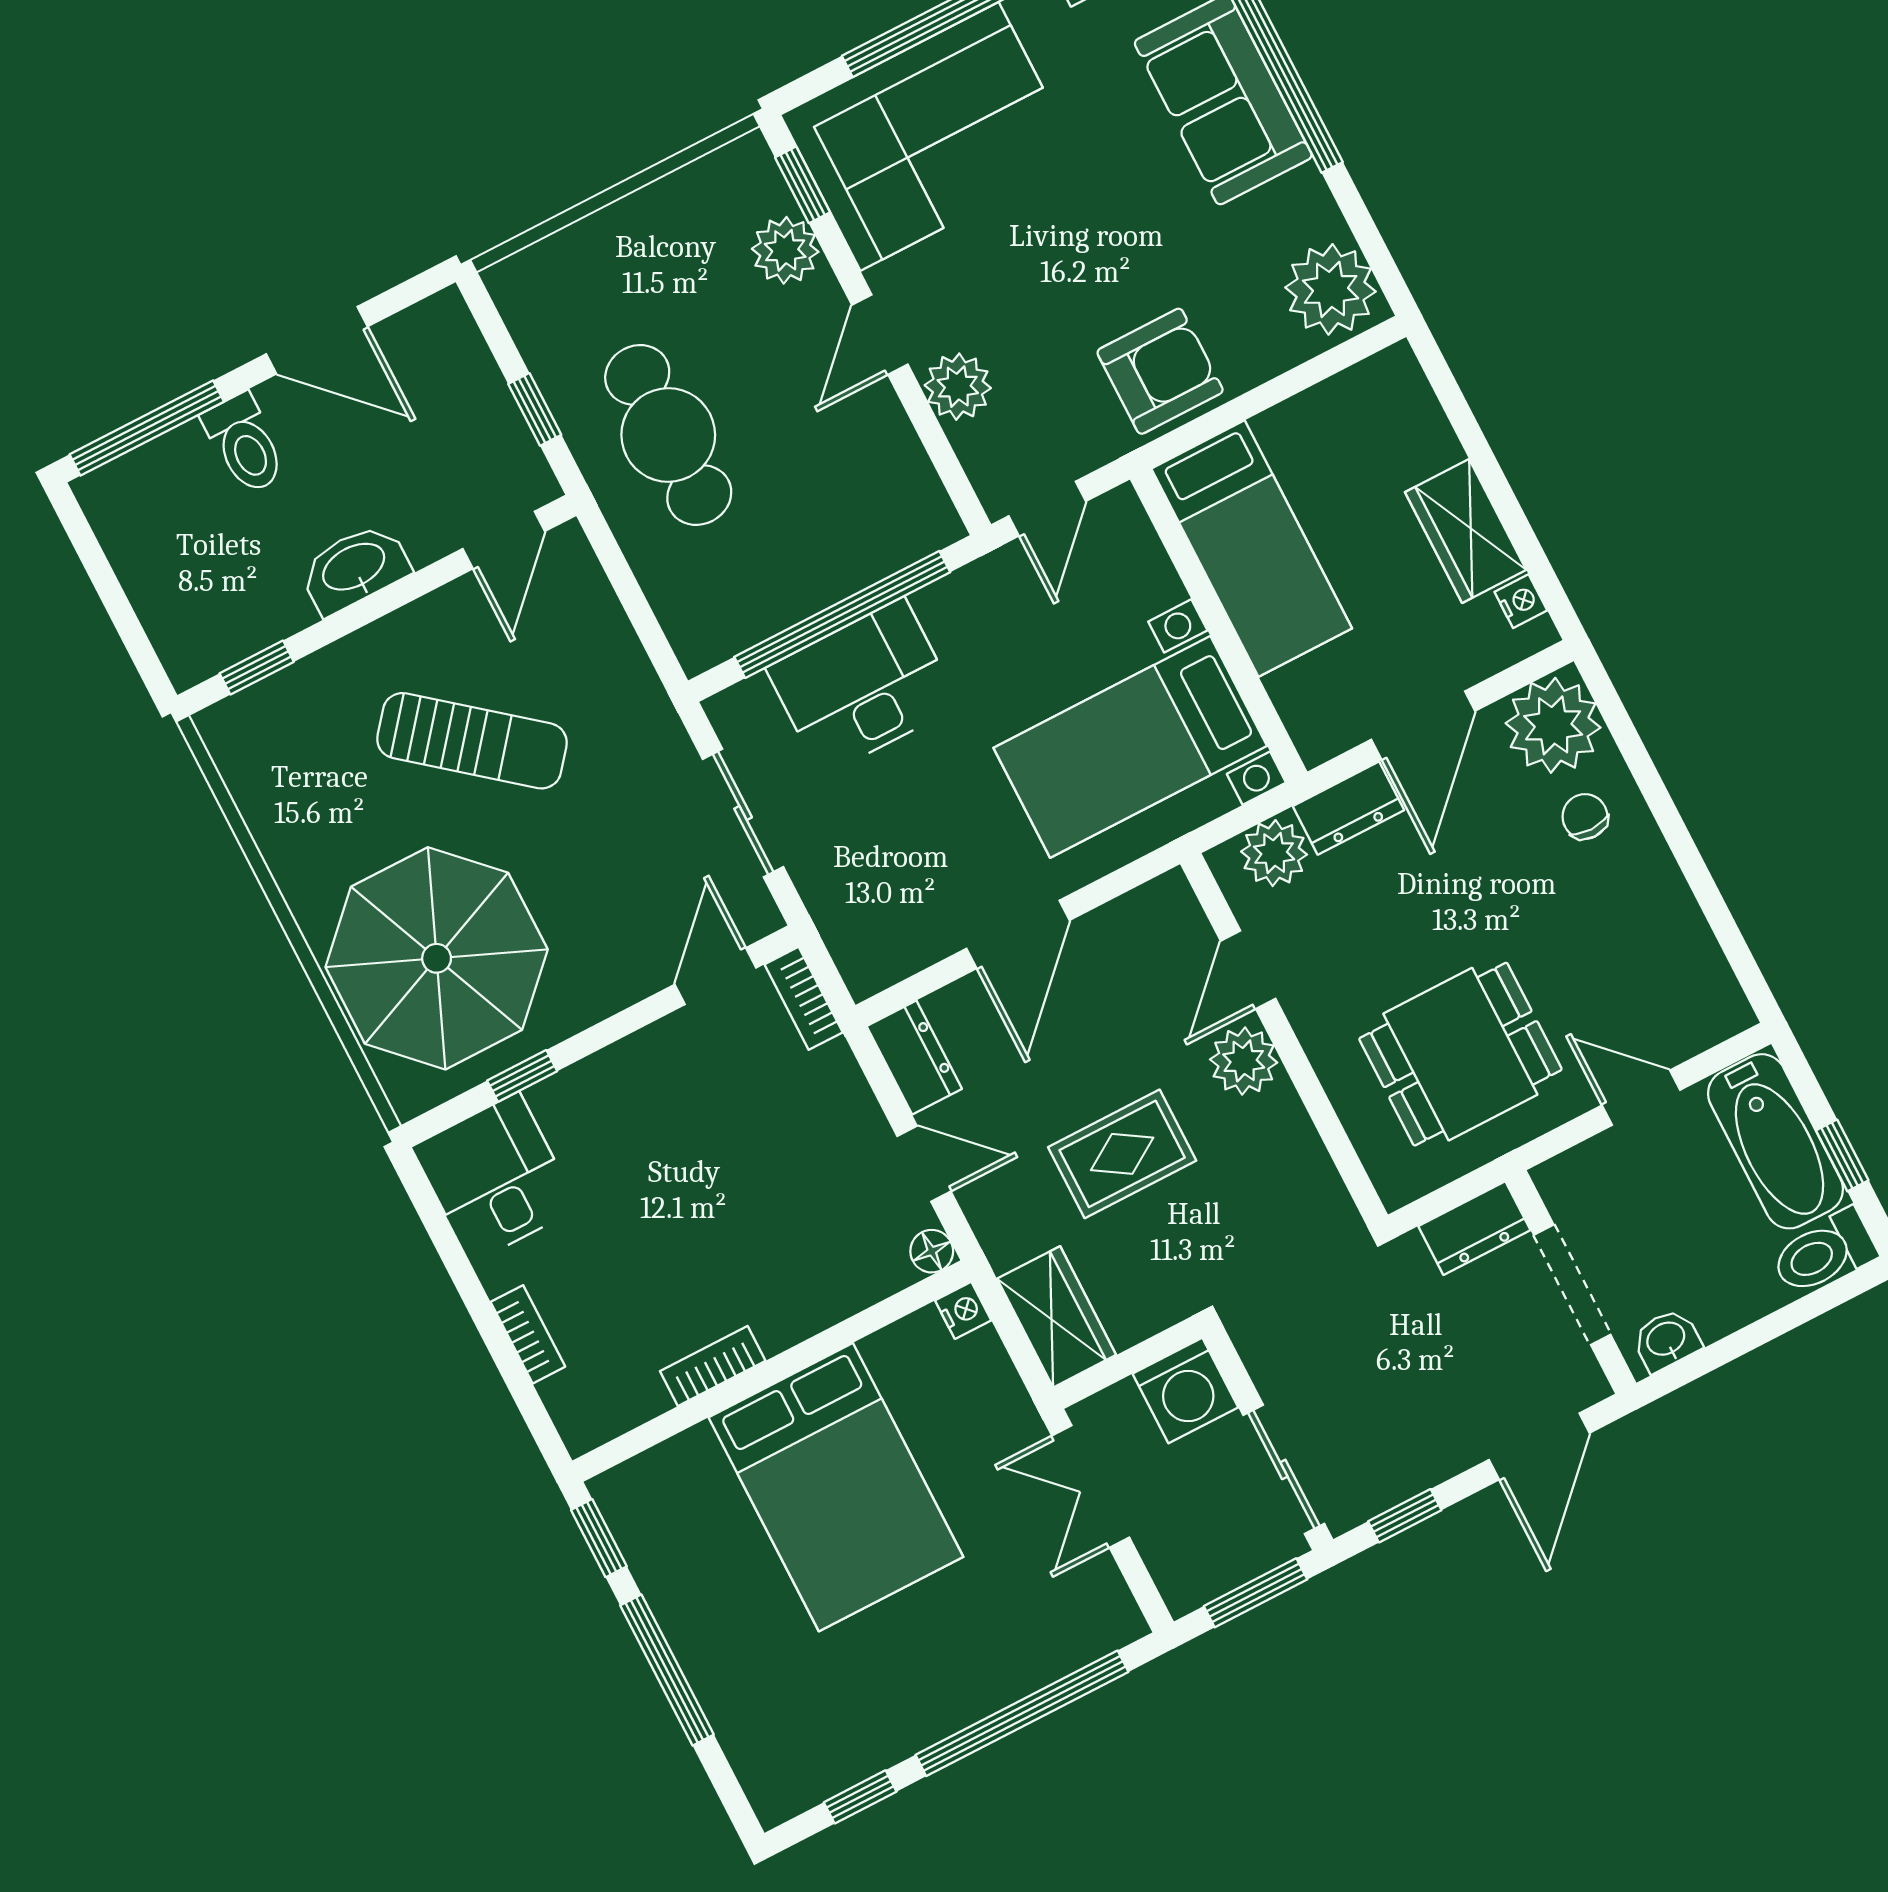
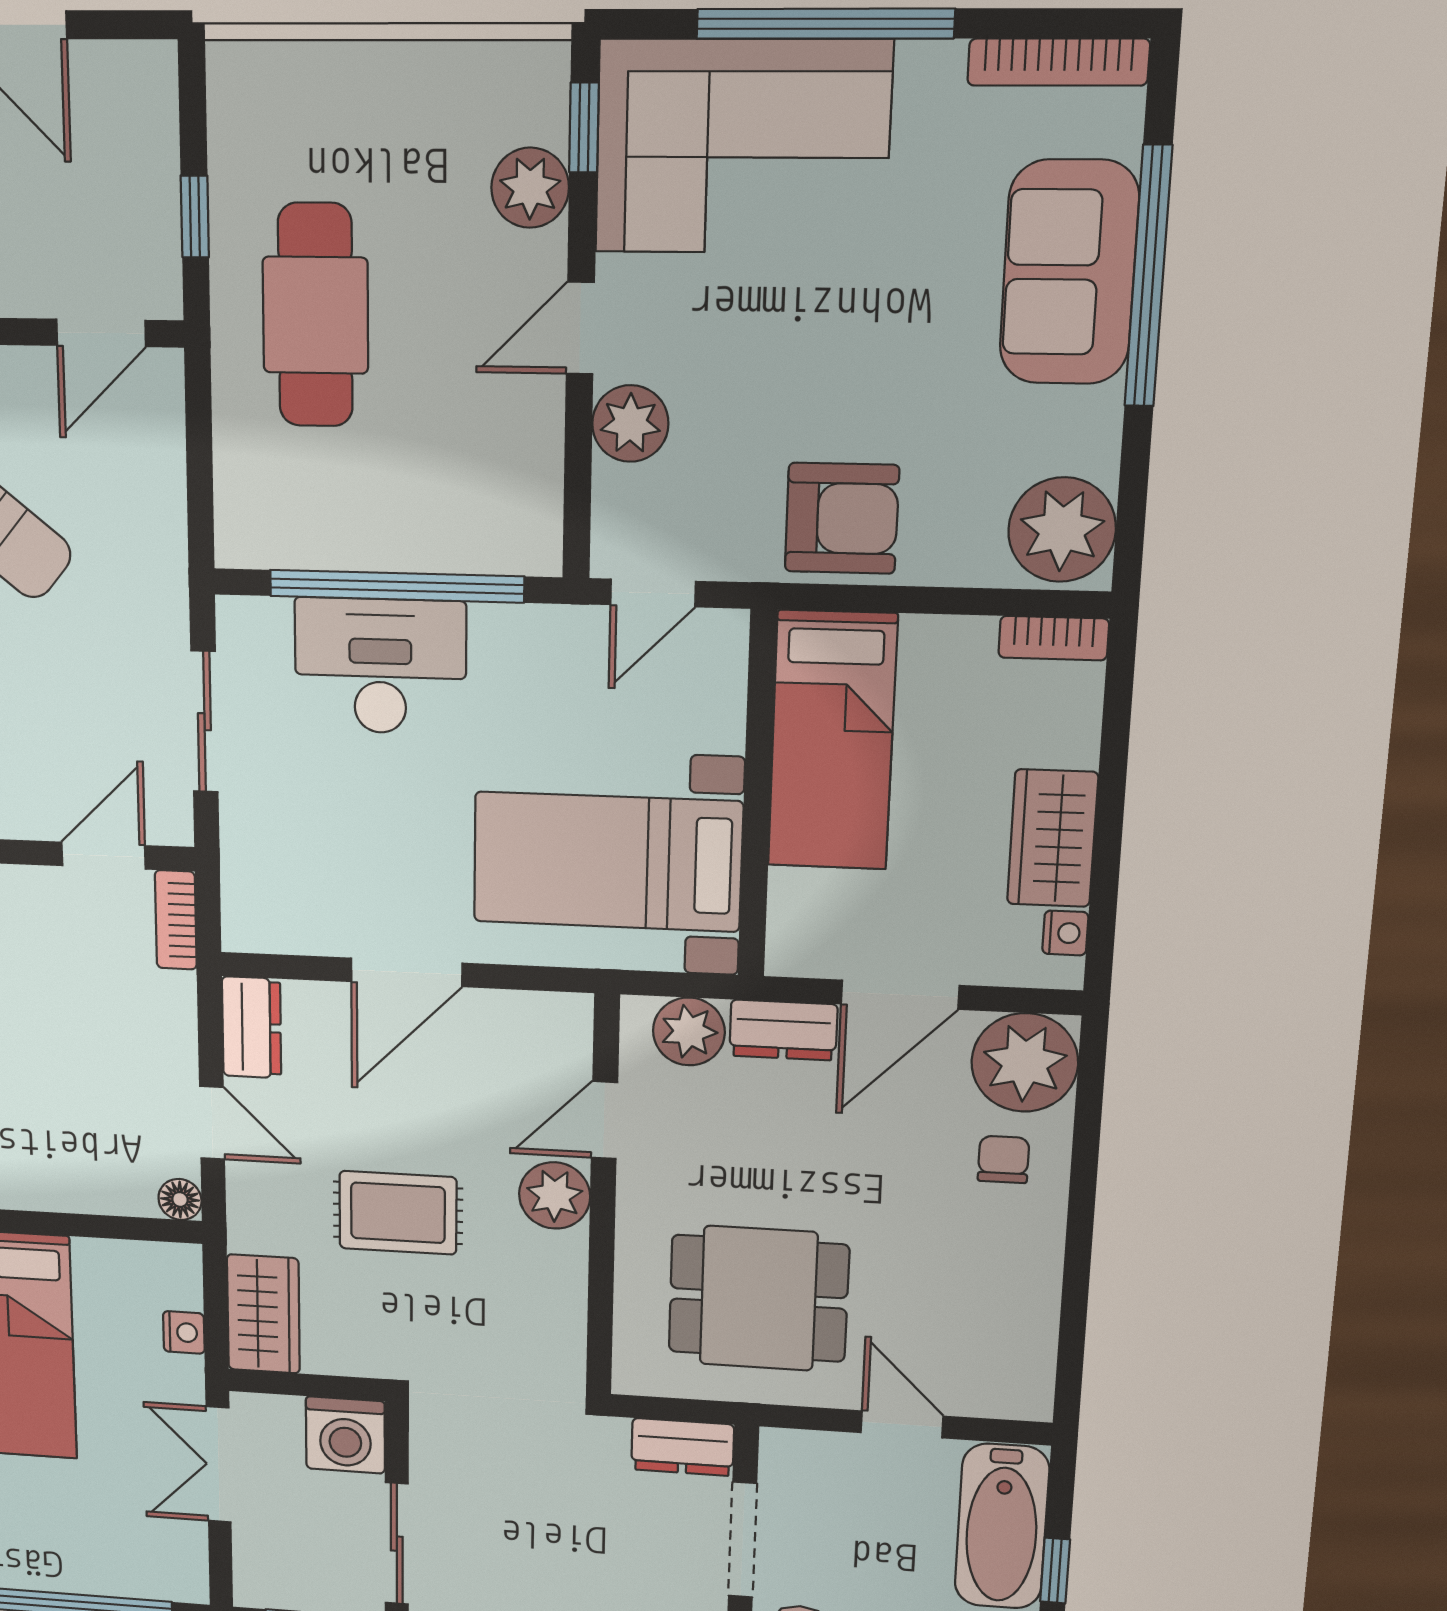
bookcase: (1373, 375) -> (1054, 638), added
nightstand: (963, 1310) -> (184, 1332), moved

